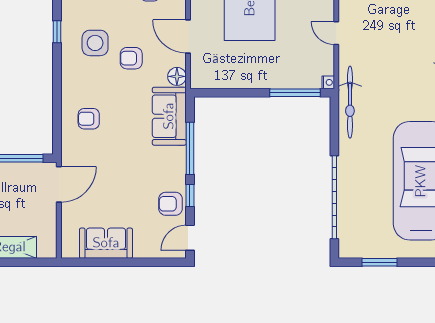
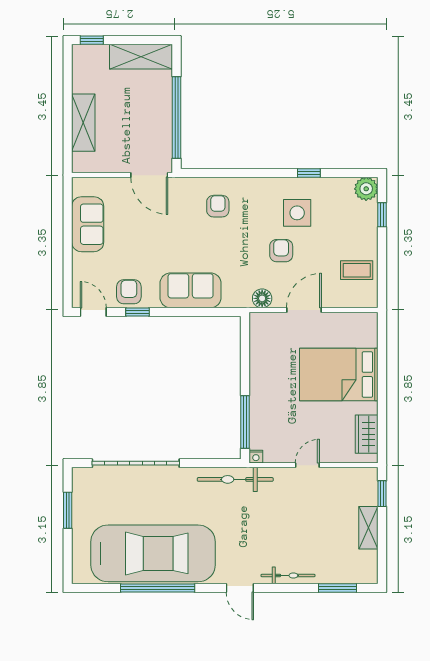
sofa: (169, 116) -> (191, 290), moved
window: (190, 148) -> (187, 312), removed

